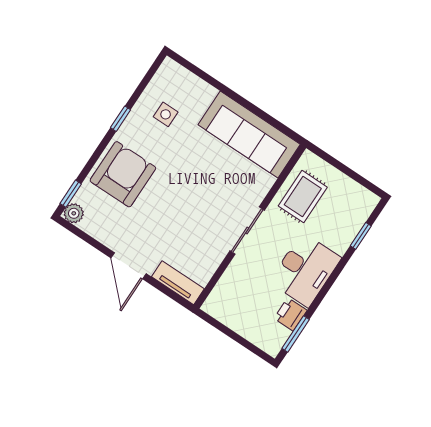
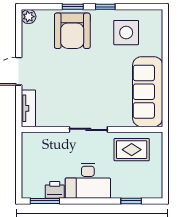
side table: (166, 114) -> (126, 33), width x1.87, depth x1.87
armchair: (123, 174) -> (72, 31), turned 90
window: (71, 194) -> (73, 7), moved

